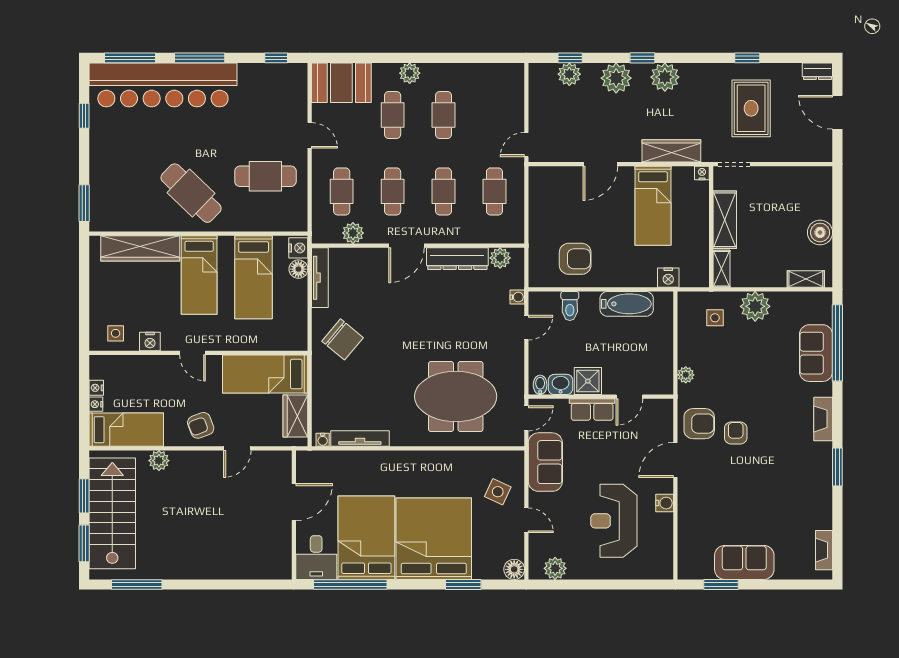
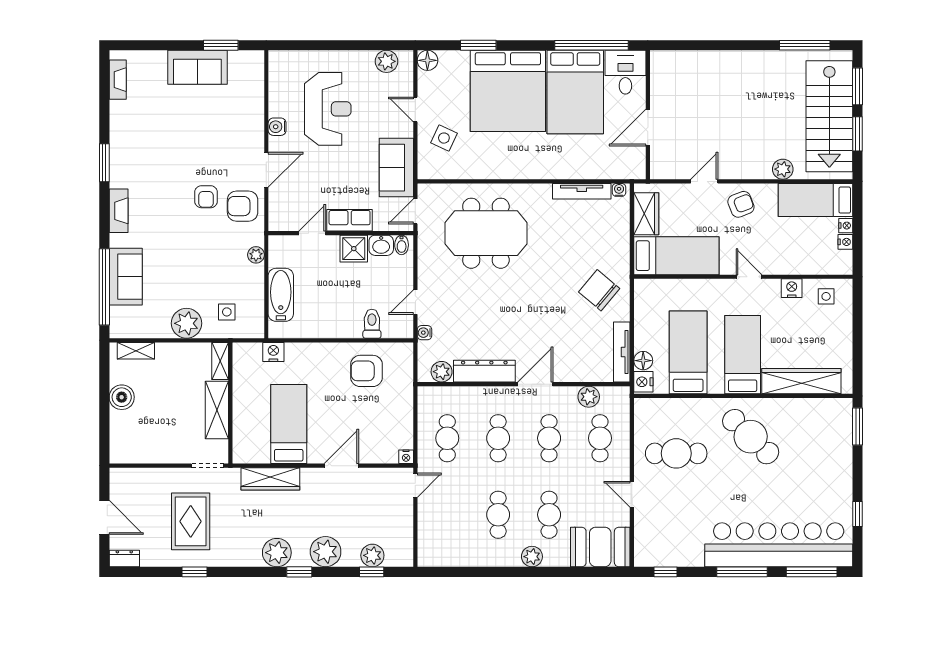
nightstand: (702, 173) -> (406, 457), moved
bathtub: (627, 304) -> (281, 295), moved, turned 90

